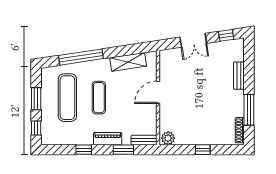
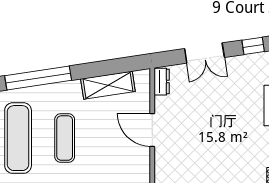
dresser: (164, 59) -> (162, 82), added
door: (158, 92) -> (152, 130), hinge flipped

